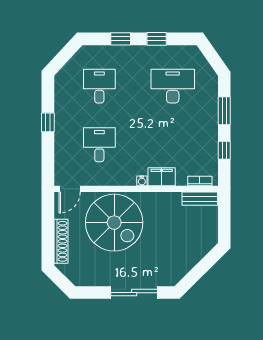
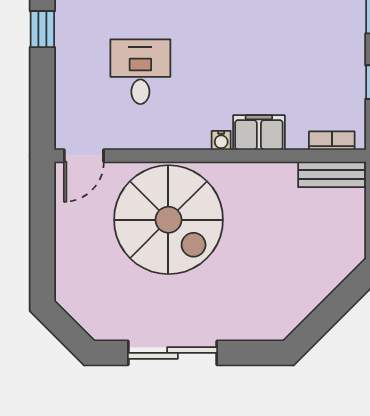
shoe rack: (61, 241) -> (67, 255), removed
sliding door: (134, 293) -> (173, 353), moved

